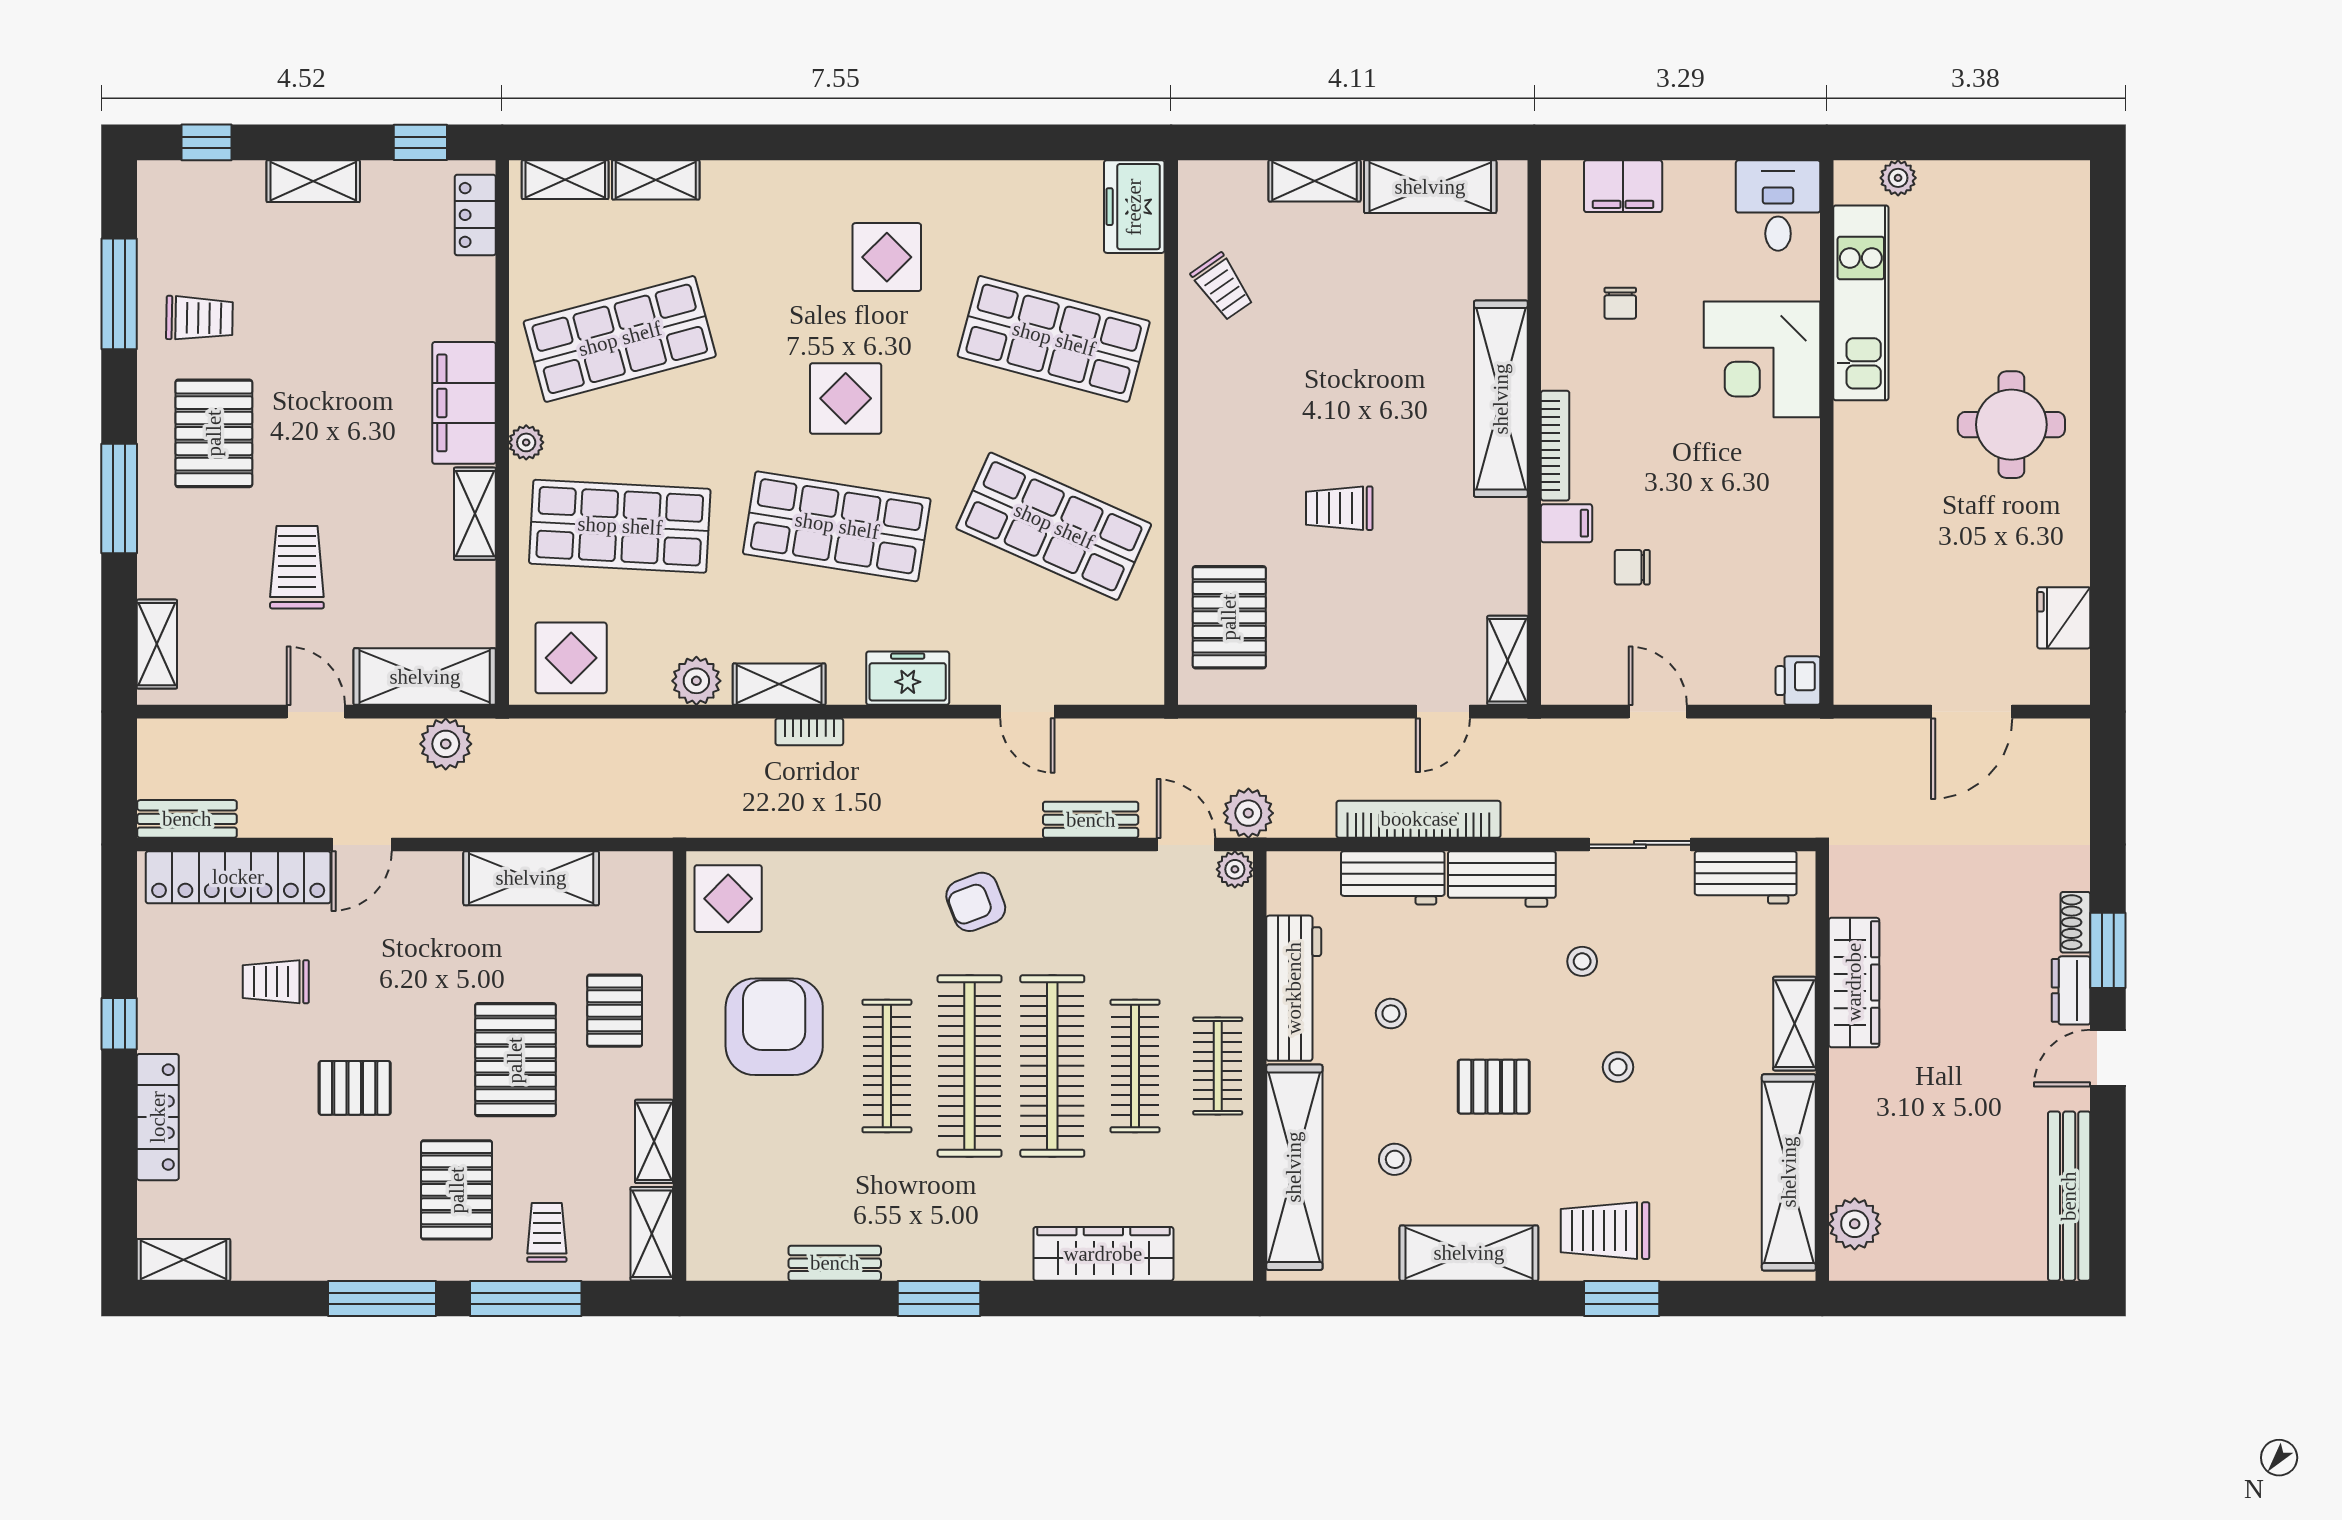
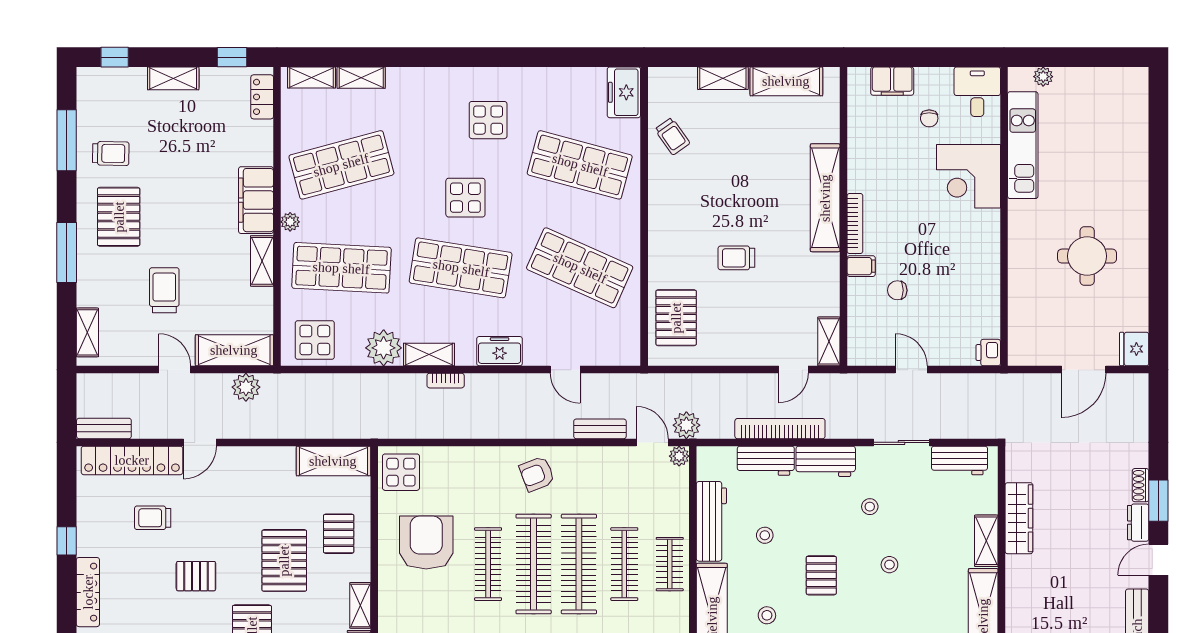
chair: (1620, 303) -> (929, 118), moved
round table: (2011, 425) -> (1087, 256), moved
fridge: (2064, 618) -> (1134, 349), moved
plant: (696, 681) -> (384, 348), width x1.36, depth x1.36
shelving: (531, 878) -> (333, 461), moved
pallet: (1494, 1087) -> (821, 575), turned 90

